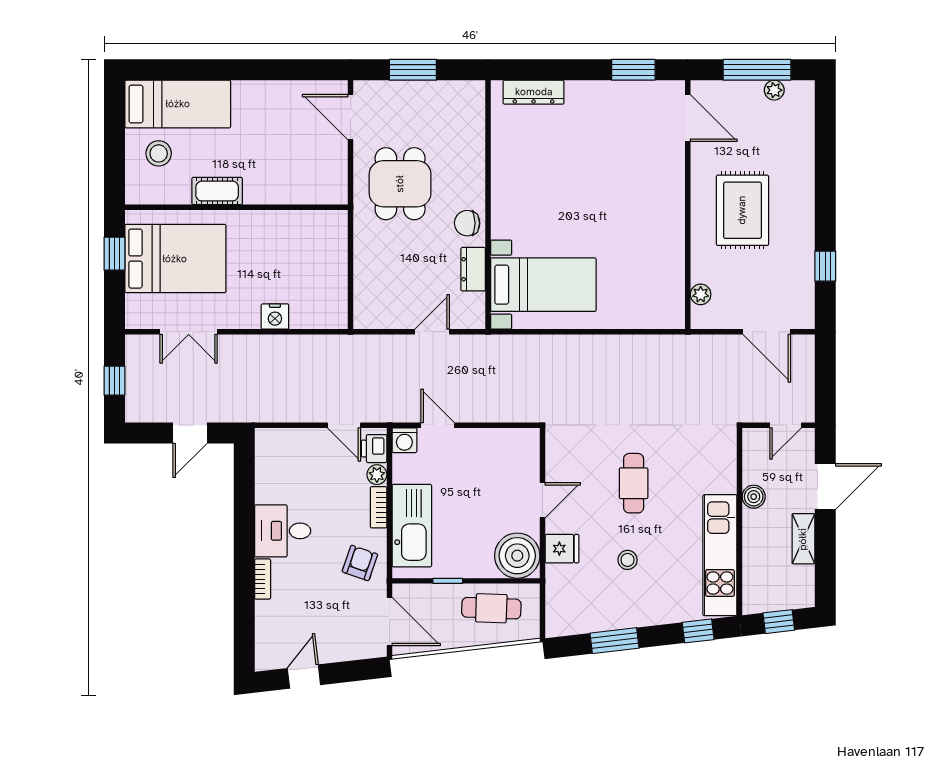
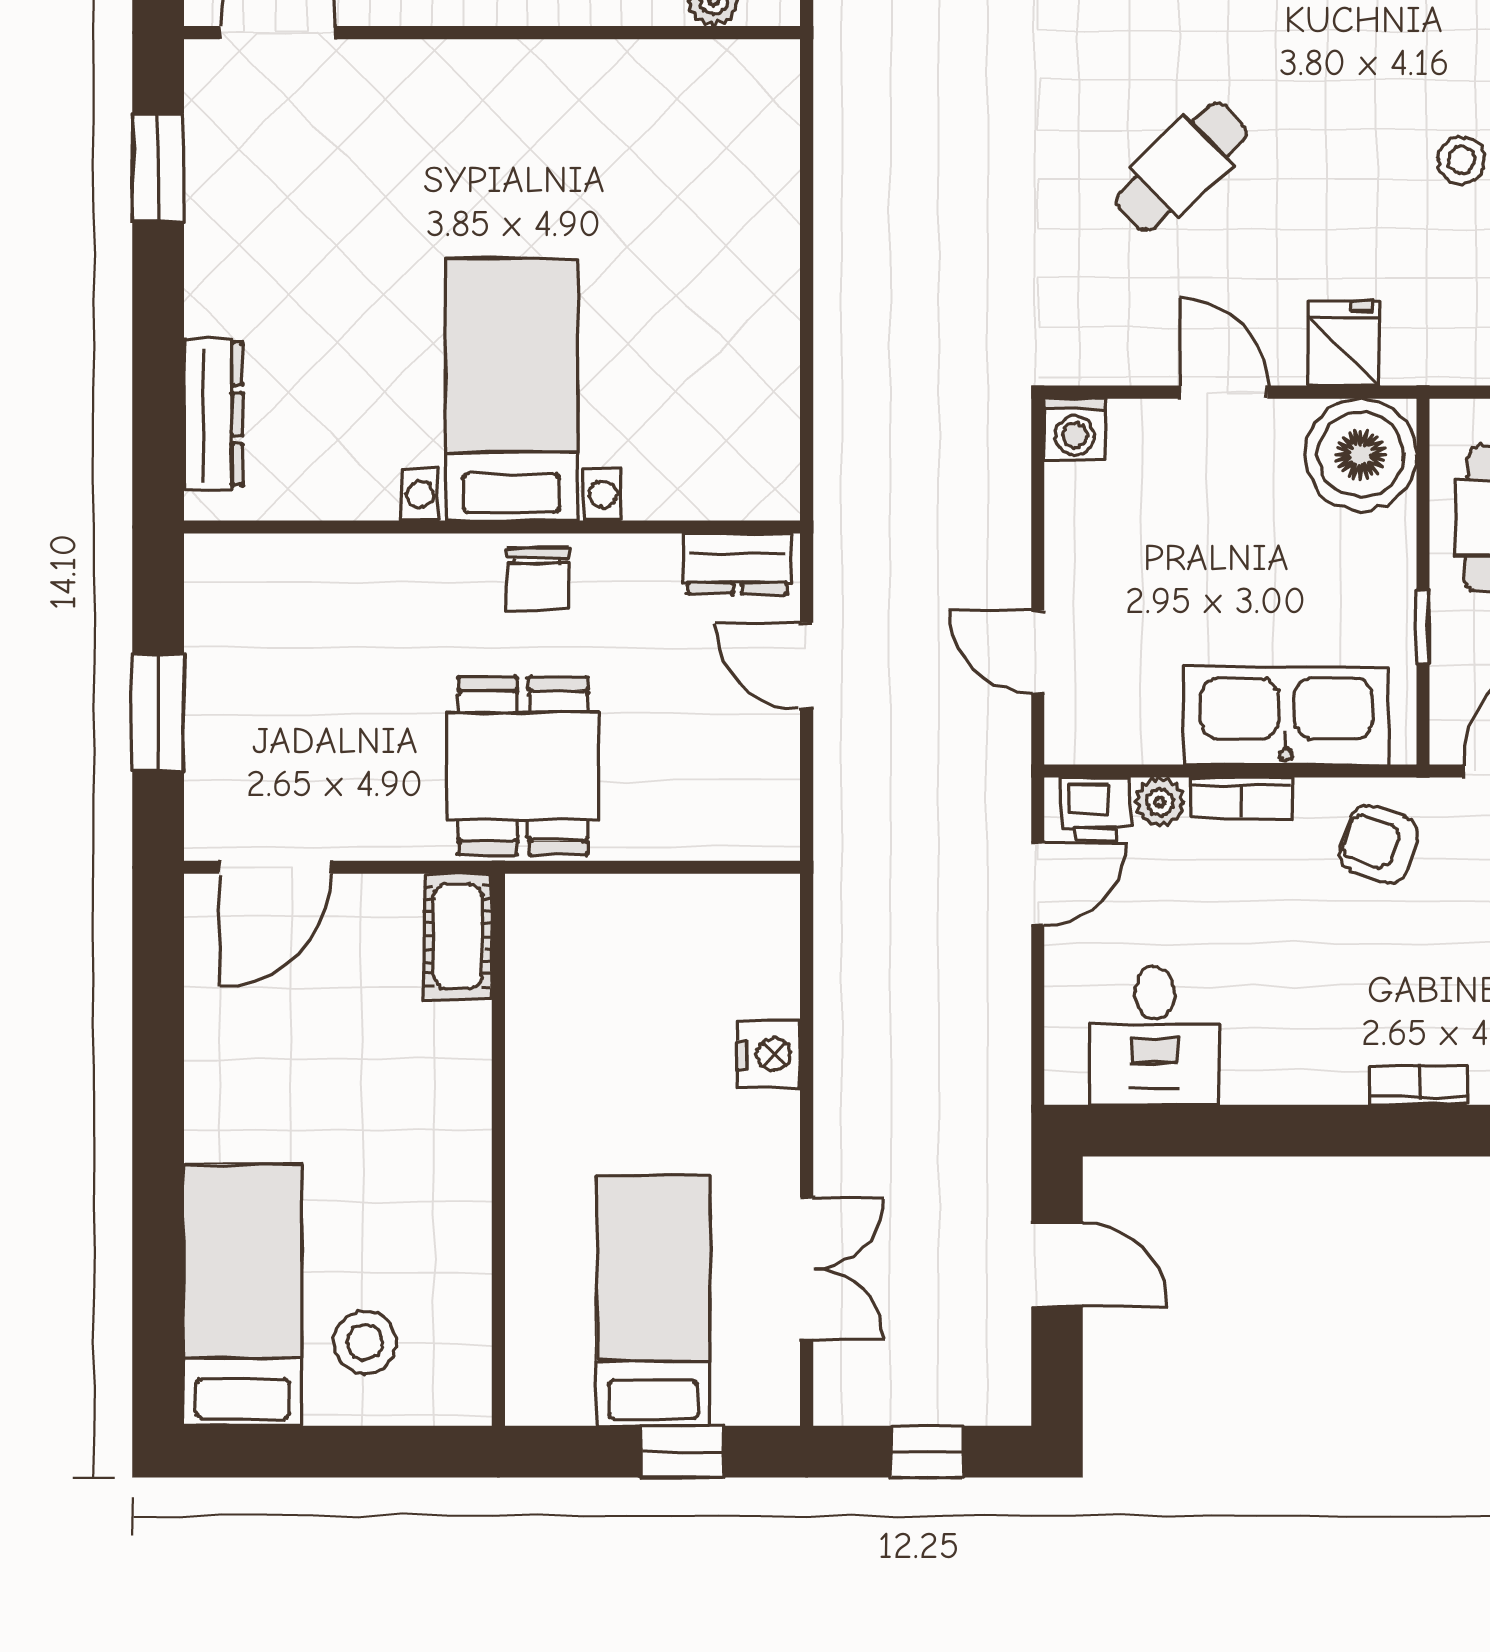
dining table: (400, 184) -> (523, 766), moved, turned 90
cot: (217, 191) -> (458, 936), moved
window: (114, 254) -> (682, 1452), moved
bed: (175, 259) -> (653, 1301), width x0.67
dresser: (473, 269) -> (737, 564), moved
bed with nightstands: (543, 285) -> (512, 390), moved
door: (438, 425) -> (1038, 652), hinge flipped
washing machine: (404, 440) -> (1075, 429), moved, turned 90
cafe table: (634, 483) -> (1181, 167), turned -44
desk: (283, 531) -> (1155, 1035), moved
stool: (628, 560) -> (1462, 160), moved

